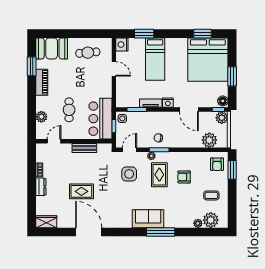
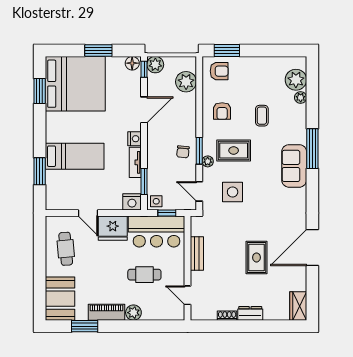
nightstand: (122, 45) -> (132, 202), moved
door: (114, 69) -> (88, 213), swing flipped
fridge: (103, 87) -> (113, 228), added
plant: (41, 117) -> (133, 313), moved
armchair: (184, 177) -> (222, 111), moved
coffee table: (211, 195) -> (262, 116), moved

